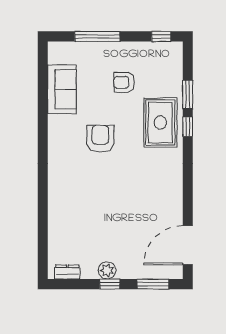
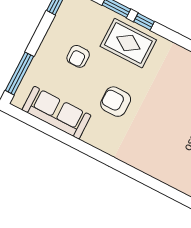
window: (97, 36) -> (20, 73), moved
sofa: (62, 89) -> (56, 113), width x1.36

